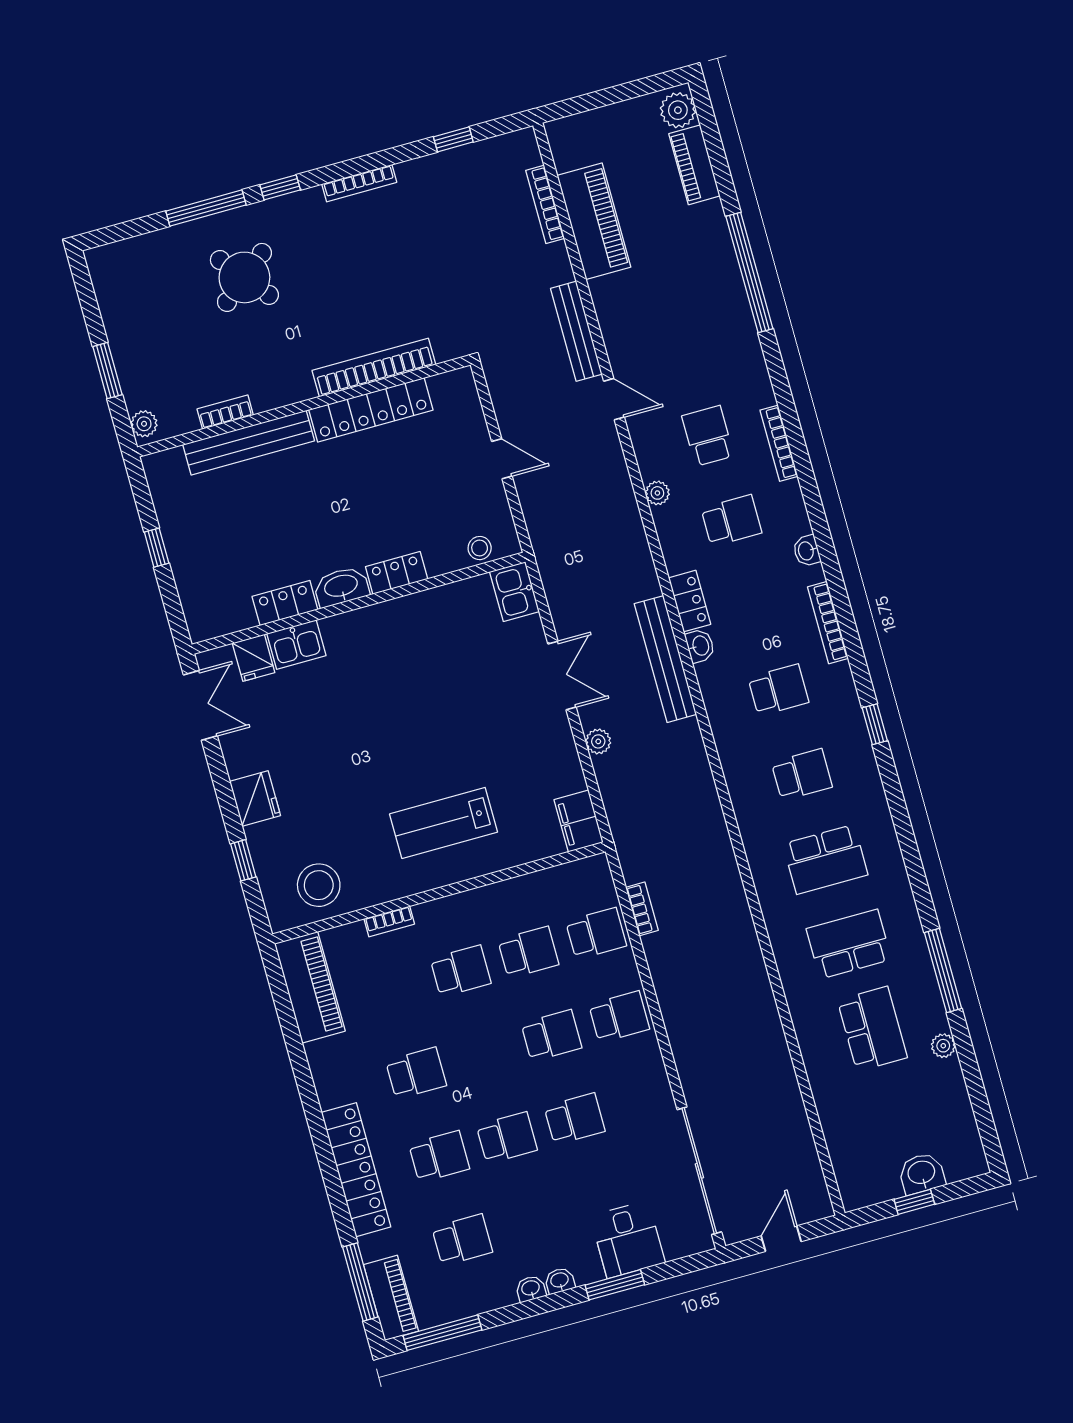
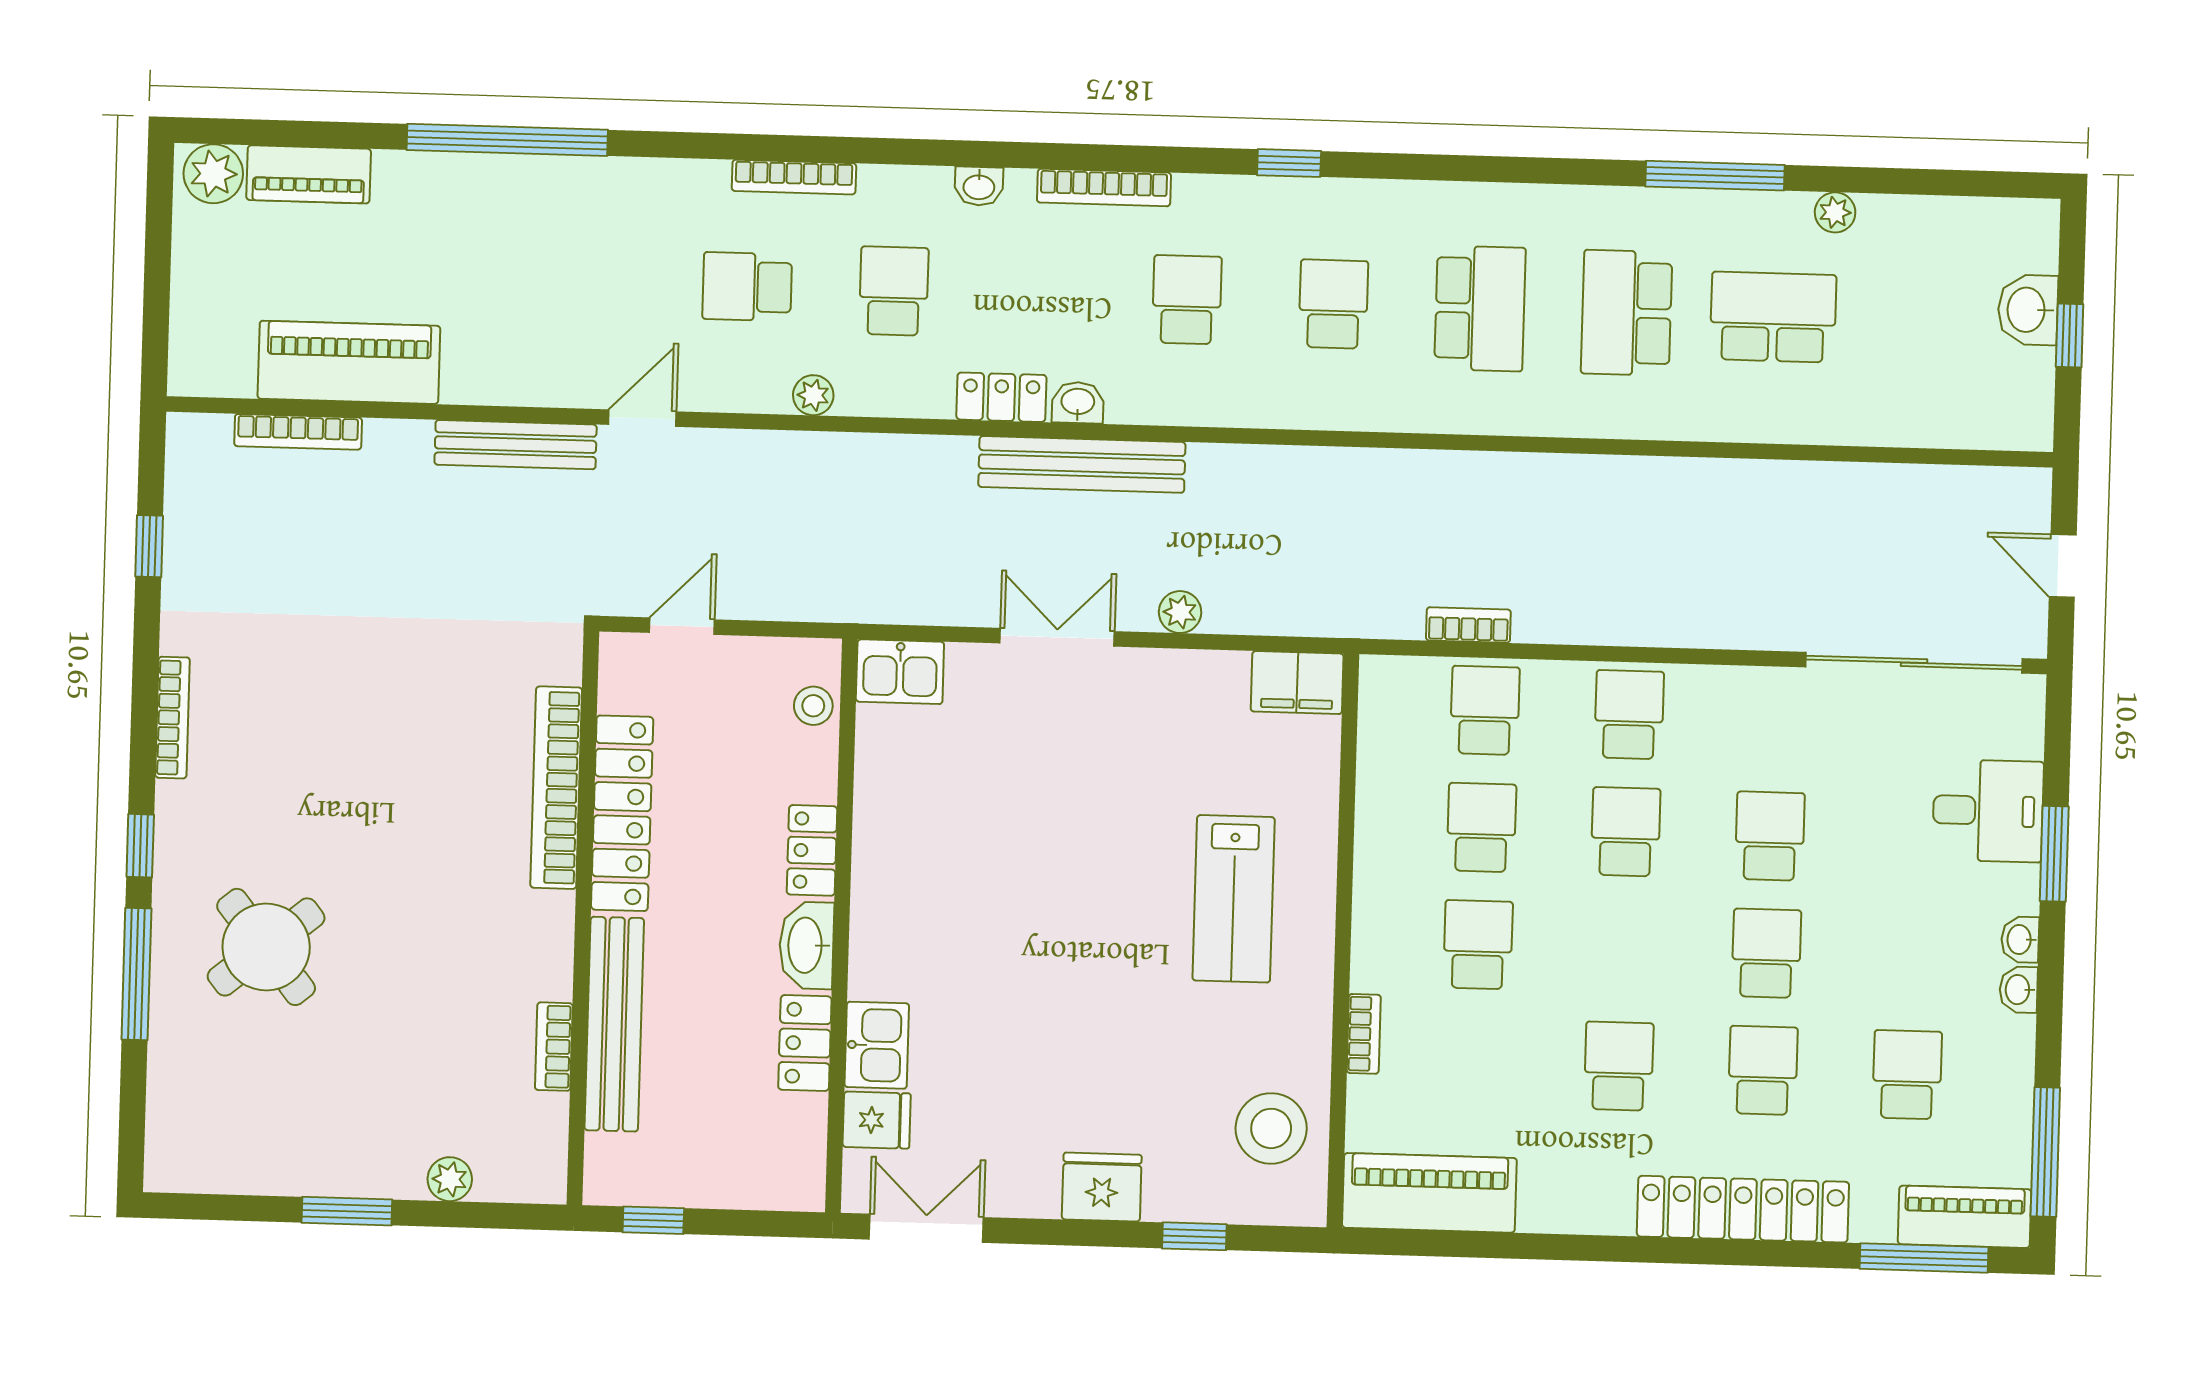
bookcase: (374, 368) -> (556, 788), moved
wall: (304, 406) -> (583, 918), moved
locker: (371, 410) -> (622, 813), moved
bookcase: (225, 412) -> (554, 1047), moved
bench: (249, 443) -> (614, 1024), moved

